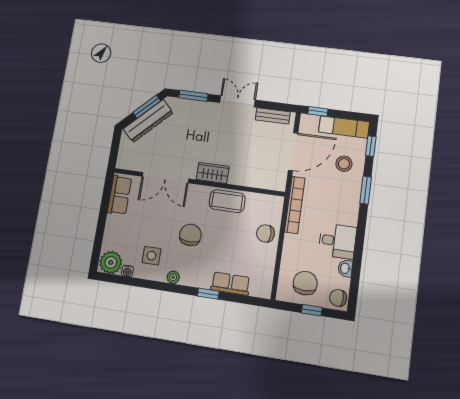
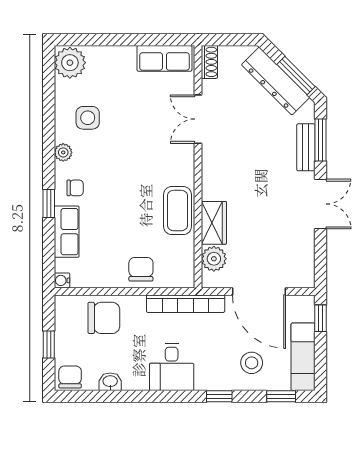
bench: (273, 116) -> (306, 147), moved
shoe rack: (127, 164) -> (209, 62), added
wardrobe: (213, 173) -> (214, 223), moved
double door: (165, 178) -> (198, 119), width x0.73
plant: (265, 180) -> (214, 259), added
window: (366, 190) -> (219, 396), width x0.67
chair: (190, 235) -> (75, 188), moved, width x0.54, depth x0.54
desk: (337, 241) -> (172, 367), moved
water cooler: (127, 271) -> (62, 280), moved
chair: (305, 283) -> (104, 318), moved

